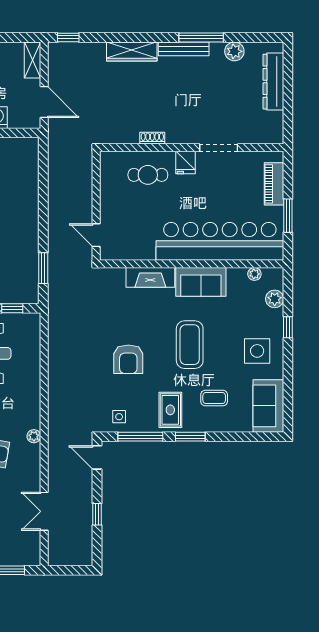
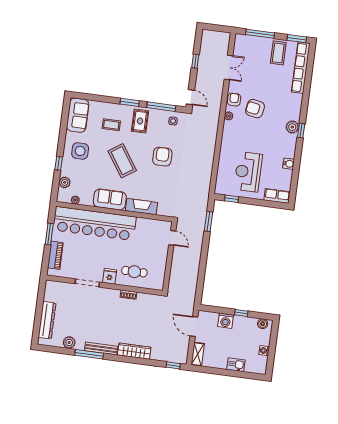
coffee table: (190, 345) -> (122, 161), turned -34
armchair: (29, 463) -> (234, 100), added

